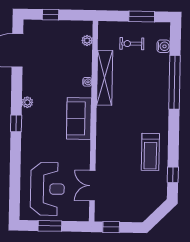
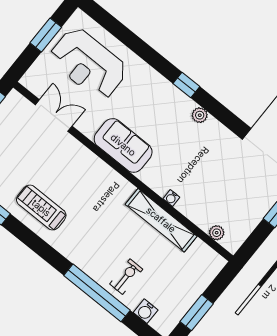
exercise bike: (132, 44) -> (126, 277), moved
sofa: (79, 118) -> (123, 145), moved

